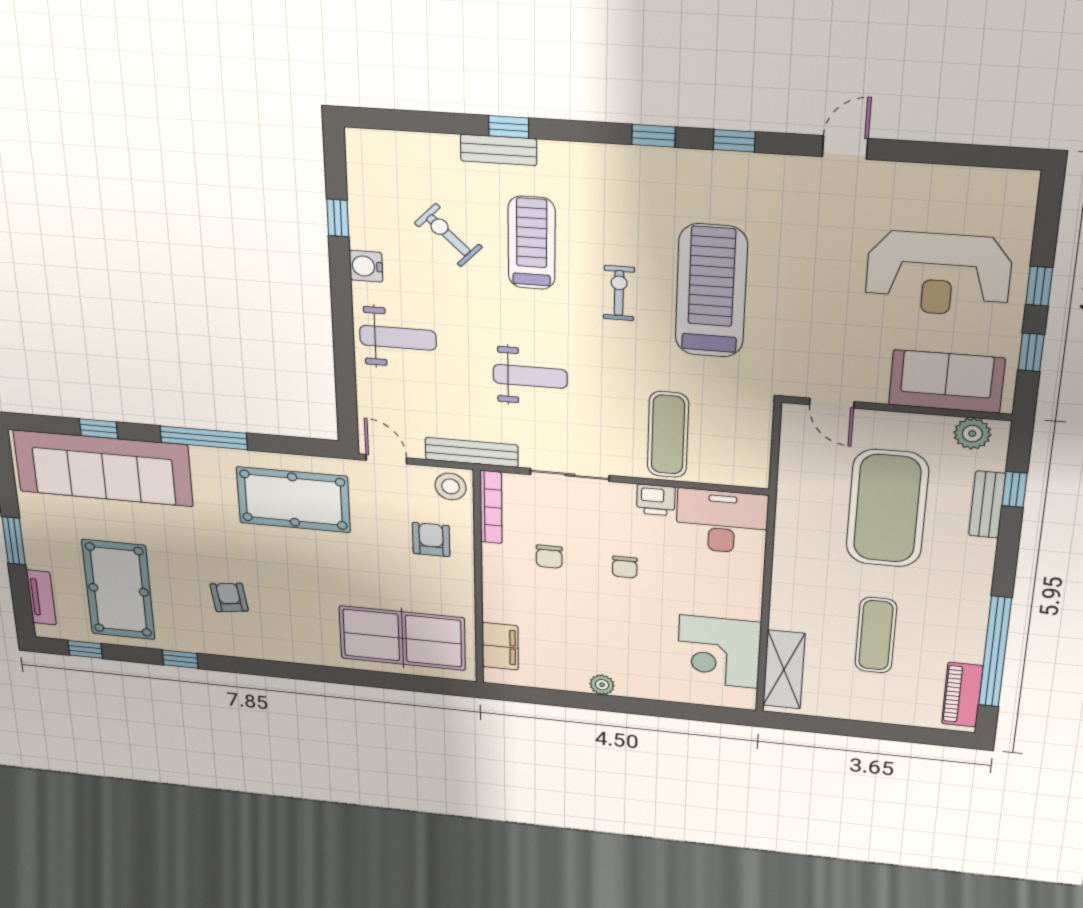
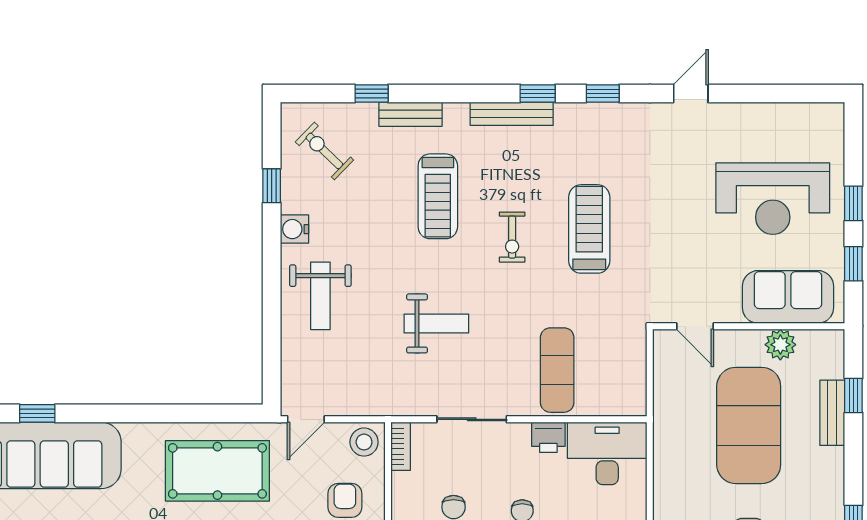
window: (509, 127) -> (372, 93), moved
exercise bike: (448, 235) -> (324, 151), moved
treadmill: (532, 243) -> (438, 196), turned 180
treadmill: (711, 291) -> (589, 229), width x0.73, depth x0.73
exercise bike: (619, 293) -> (512, 237), turned 180
weight bench: (398, 338) -> (320, 296), turned 90
plant: (972, 434) -> (780, 345), moved
window: (204, 438) -> (137, 413), removed
bench: (472, 452) -> (512, 114), moved
door: (386, 459) -> (306, 419), swing flipped
bookcase: (491, 507) -> (401, 446), width x0.64

